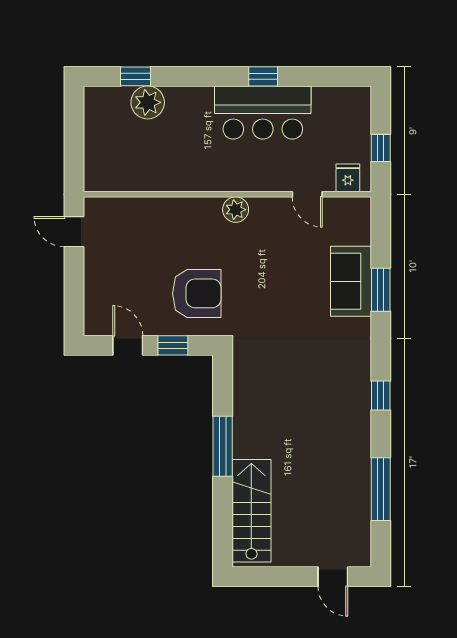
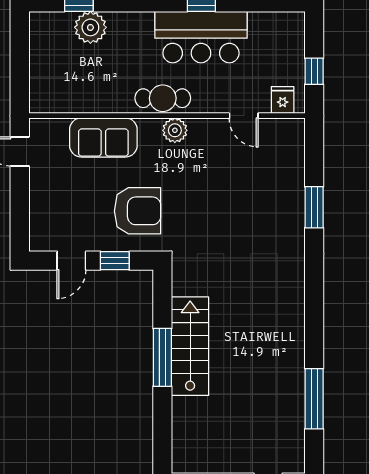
cafe table: (223, 176) -> (163, 98), added
sofa: (351, 281) -> (103, 137), moved, turned -90
door: (128, 345) -> (71, 261), swing flipped
window: (381, 396) -> (314, 309), removed
stairs: (251, 511) -> (190, 346), moved

